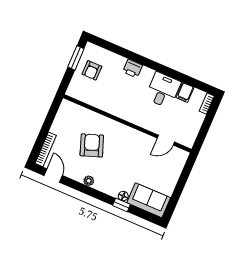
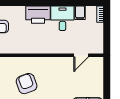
printer: (133, 68) -> (38, 15), width x1.87, depth x1.48

